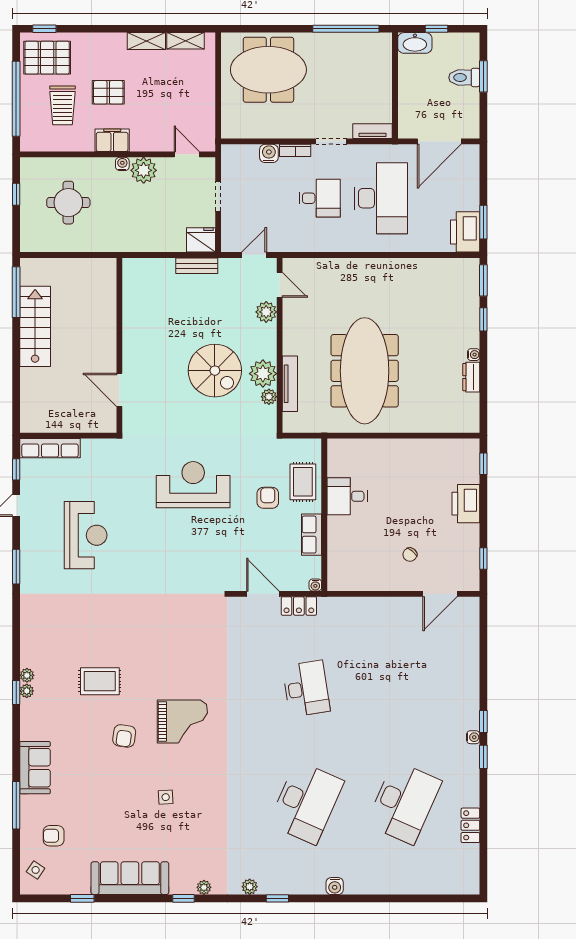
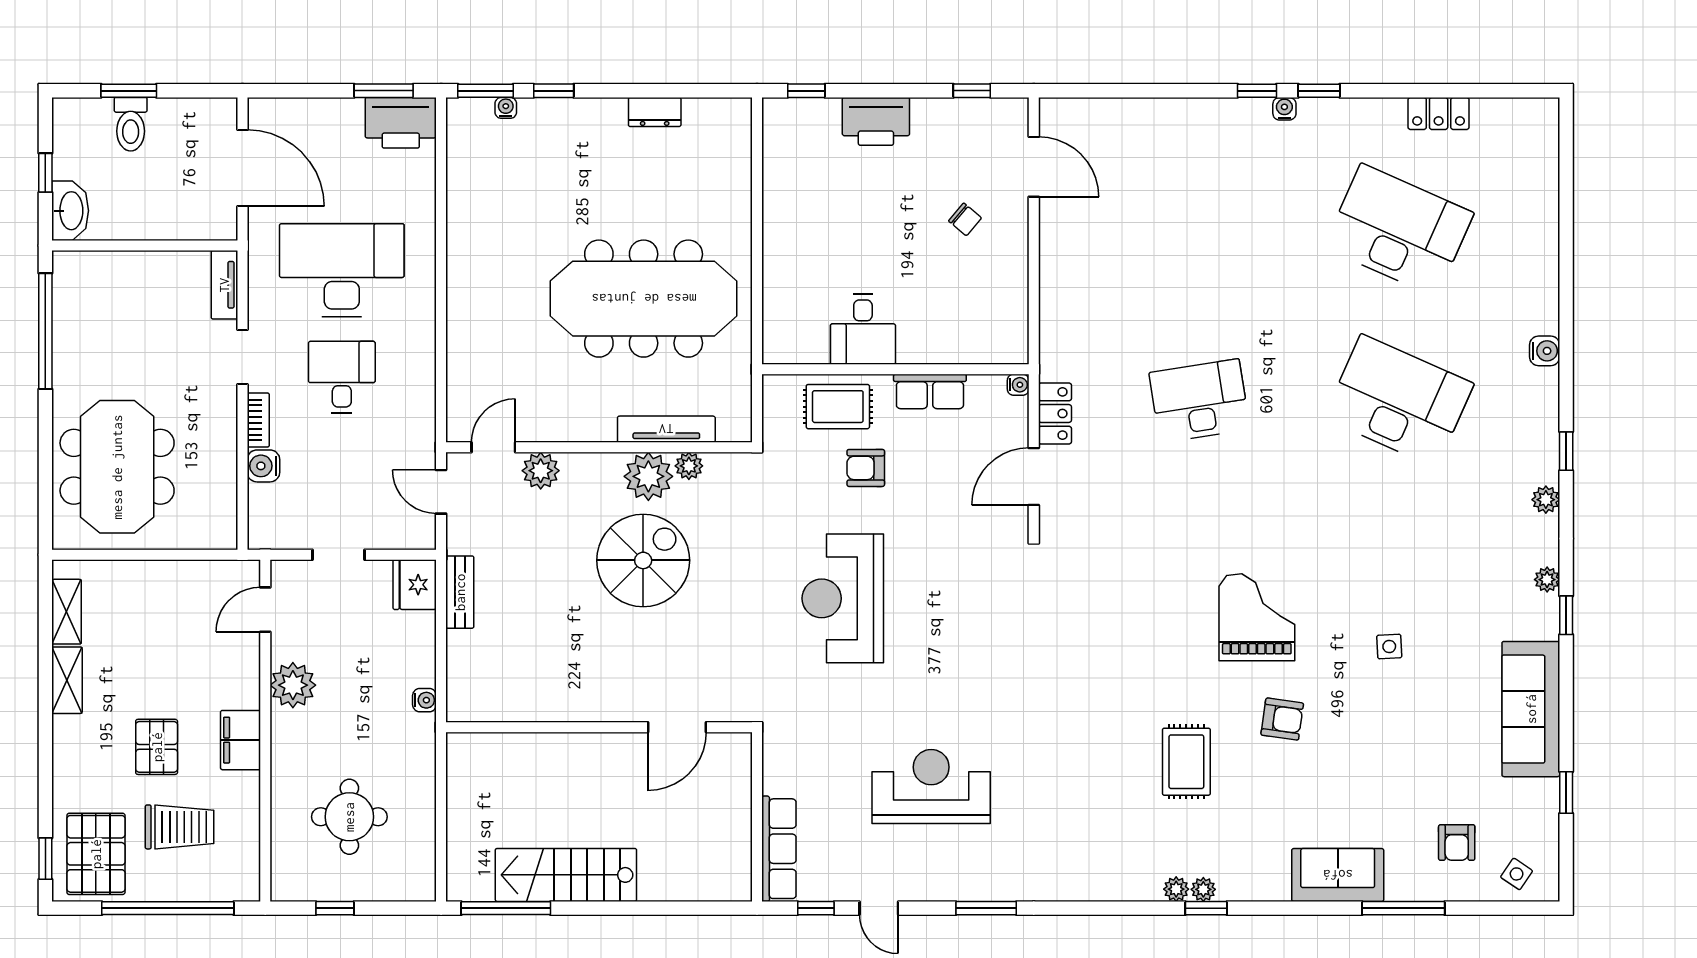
water cooler: (122, 164) -> (424, 700), moved, turned 180
water cooler: (474, 355) -> (506, 108), moved

